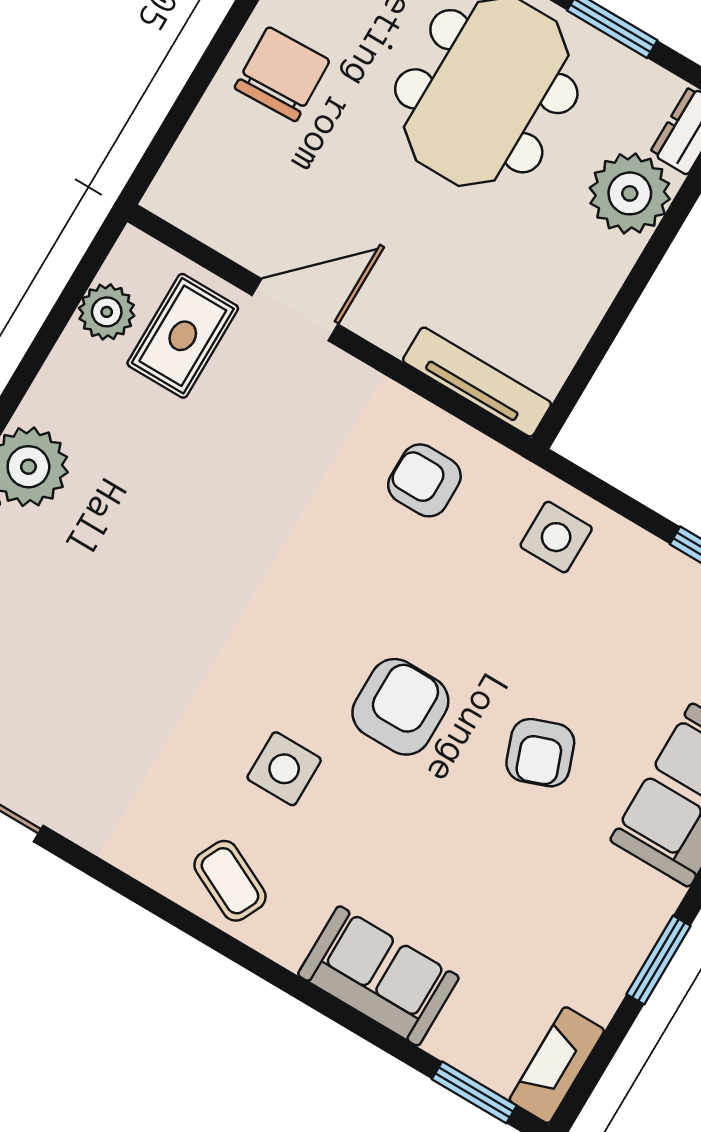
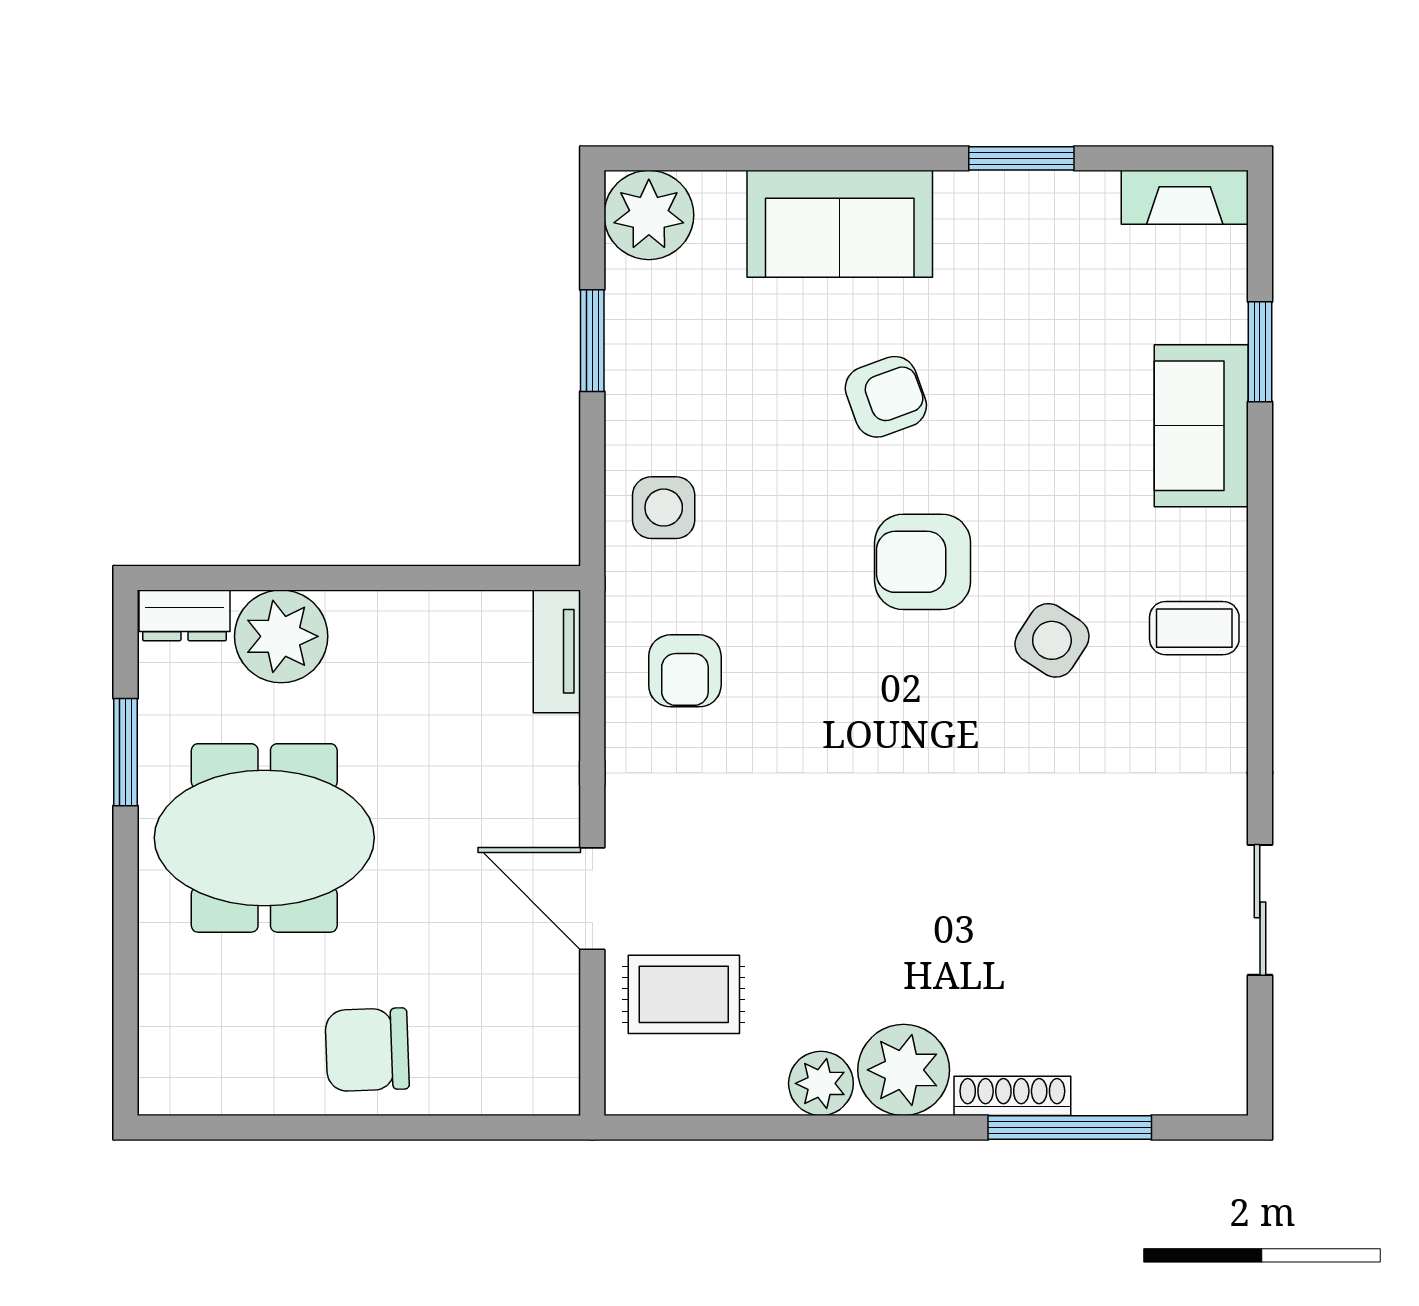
plant: (107, 312) -> (821, 1083), moved
tv unit: (477, 382) -> (557, 651), width x0.71
side table: (284, 769) -> (1052, 640), turned 33
coffee table: (230, 881) -> (1194, 628), turned 64
window: (474, 1092) -> (1260, 352), moved

